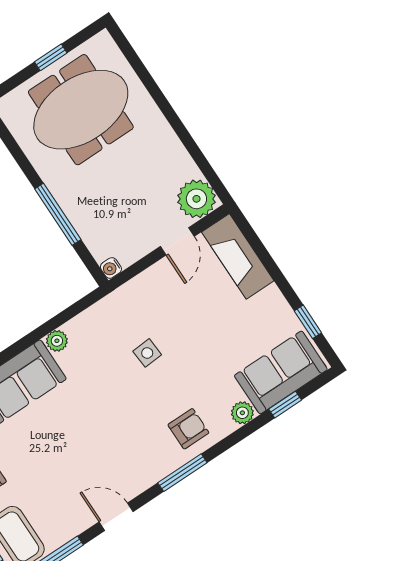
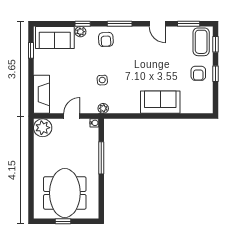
meeting table: (81, 110) -> (65, 193), turned 90
door: (177, 241) -> (72, 116), moved
plant: (57, 341) -> (103, 108), moved
window: (285, 405) -> (83, 24), moved
armchair: (188, 429) -> (106, 39), turned -93

